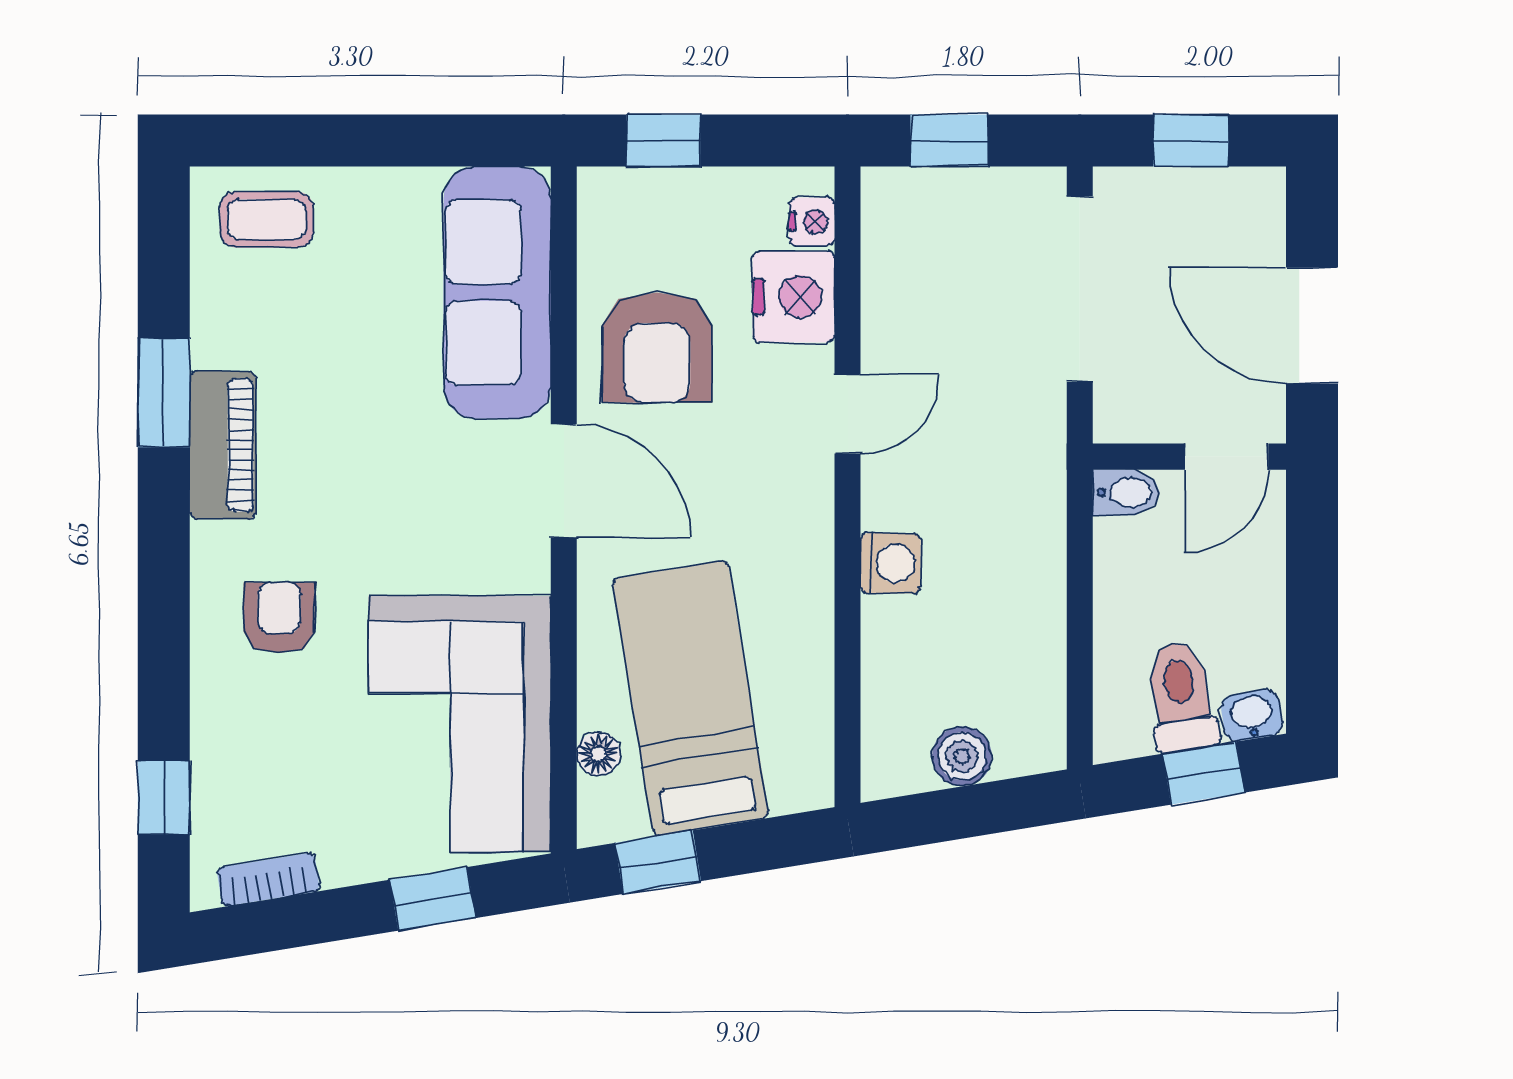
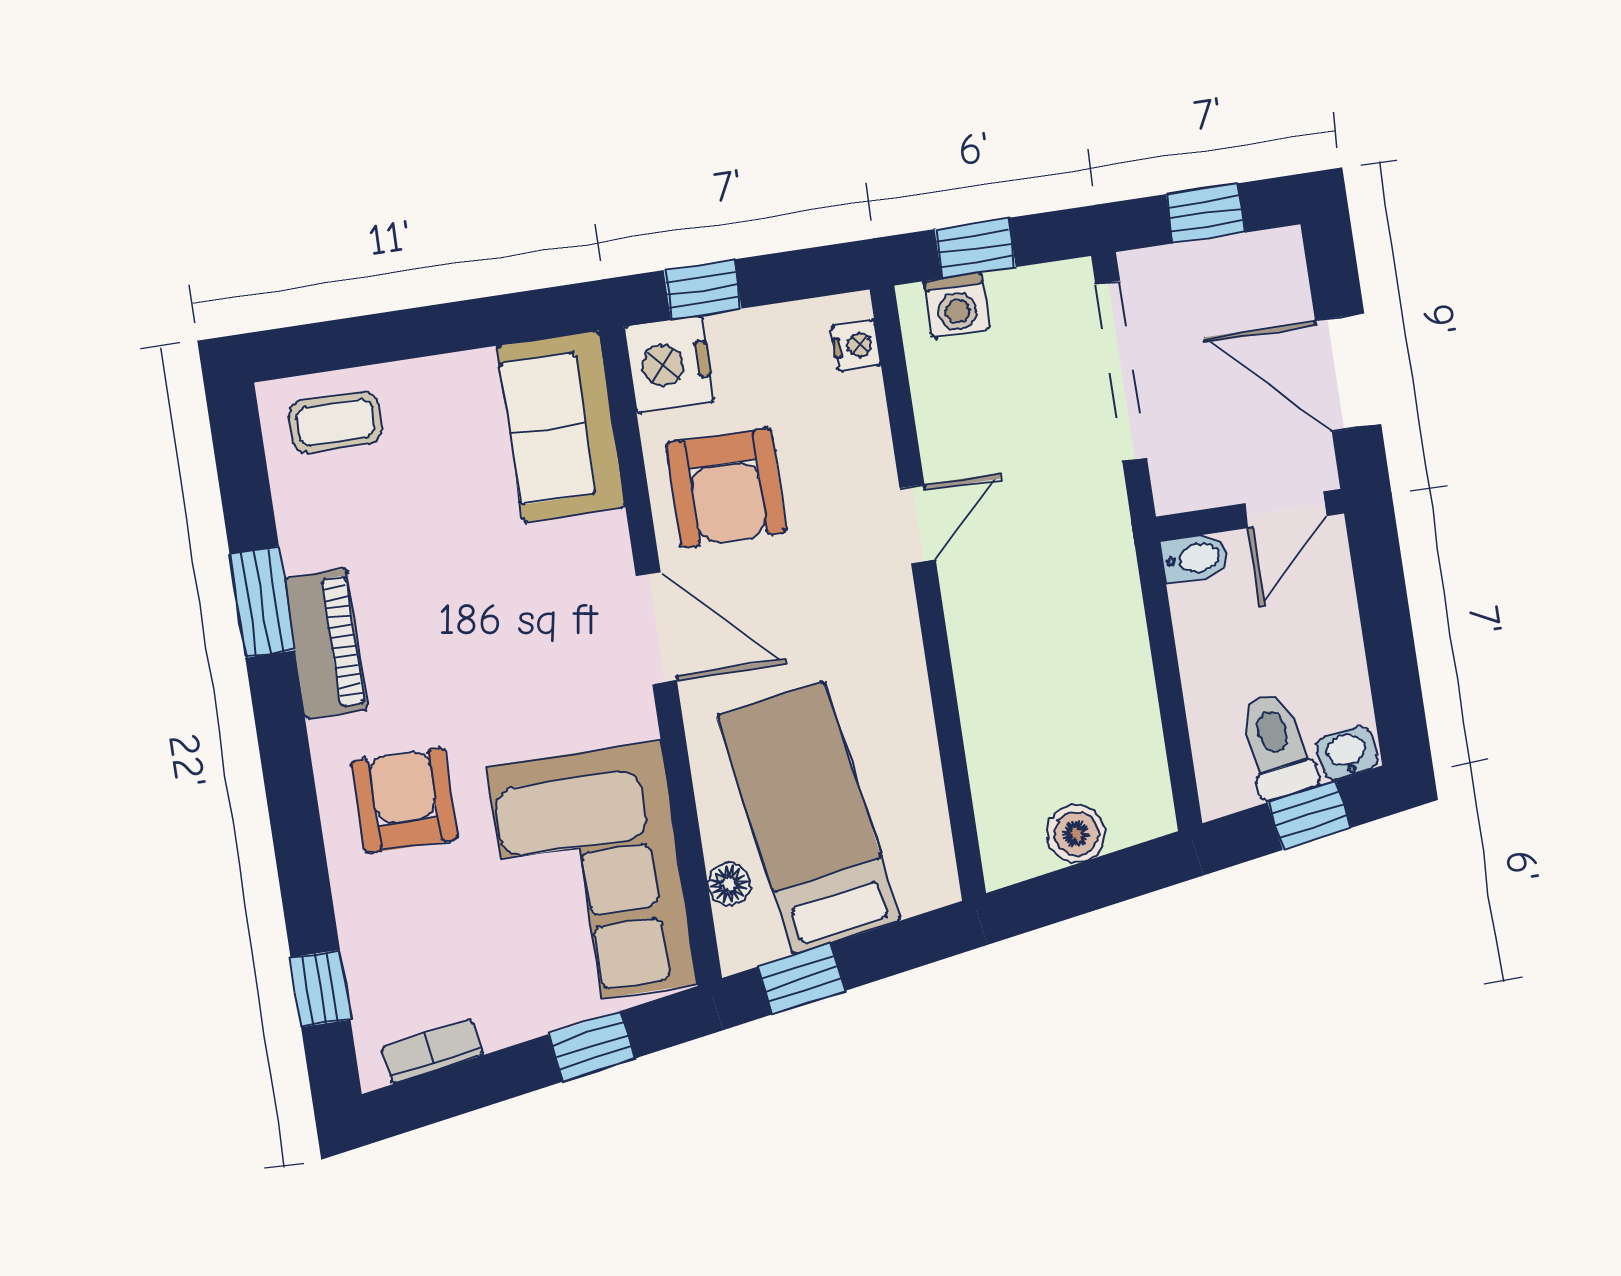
sofa: (497, 292) -> (561, 426), width x0.73
nightstand: (794, 297) -> (669, 364), moved, turned 180
washing machine: (890, 563) -> (957, 305), moved, turned 90
armchair: (279, 618) -> (405, 800), width x1.38, depth x1.38

